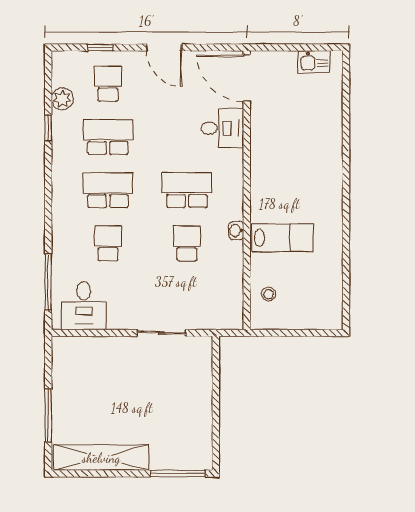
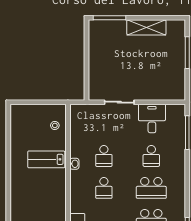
school desk: (187, 190) -> (104, 188), width x0.54
desk: (84, 306) -> (152, 118), moved
shelving: (101, 458) -> (146, 27), width x0.68

